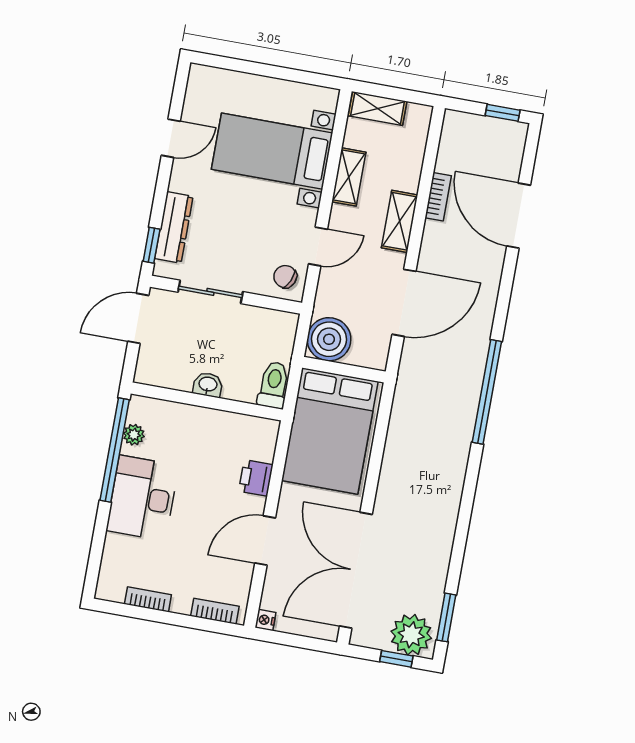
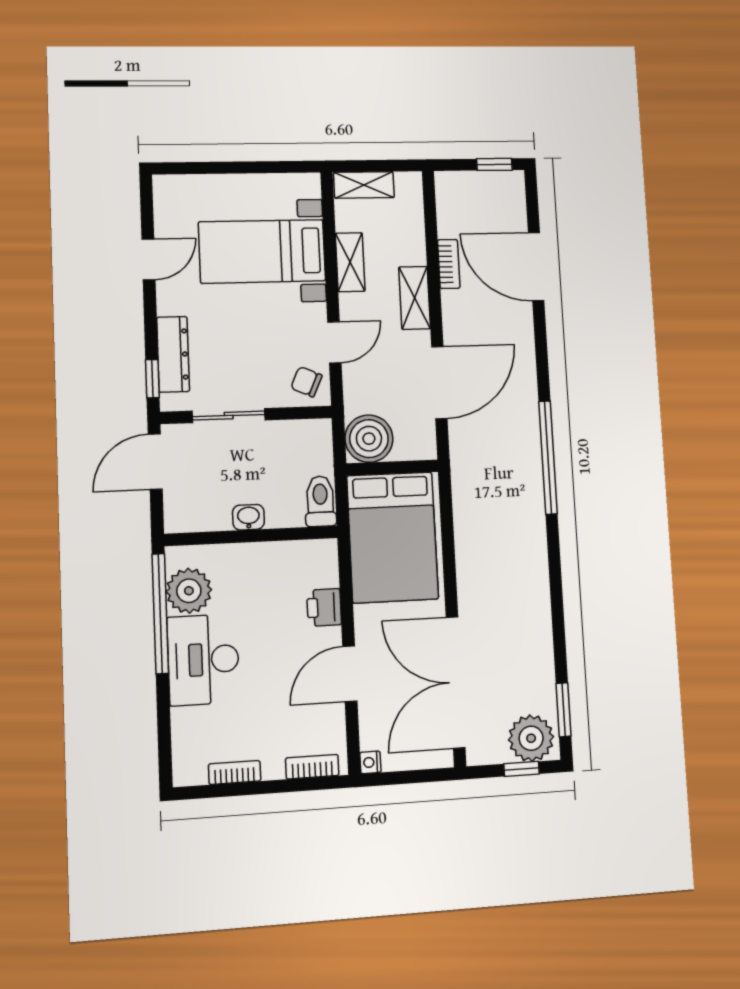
plant: (134, 435) -> (189, 591), width x1.87, depth x1.87

